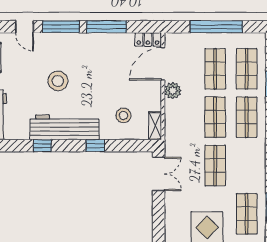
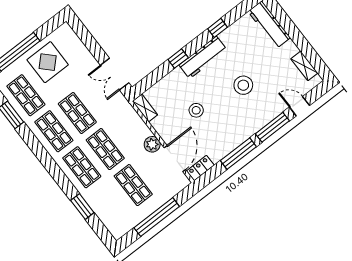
shop shelf: (247, 69) -> (54, 131), moved
stool: (123, 115) -> (196, 110), moved
workbench: (64, 127) -> (203, 57), width x0.73, depth x0.76

